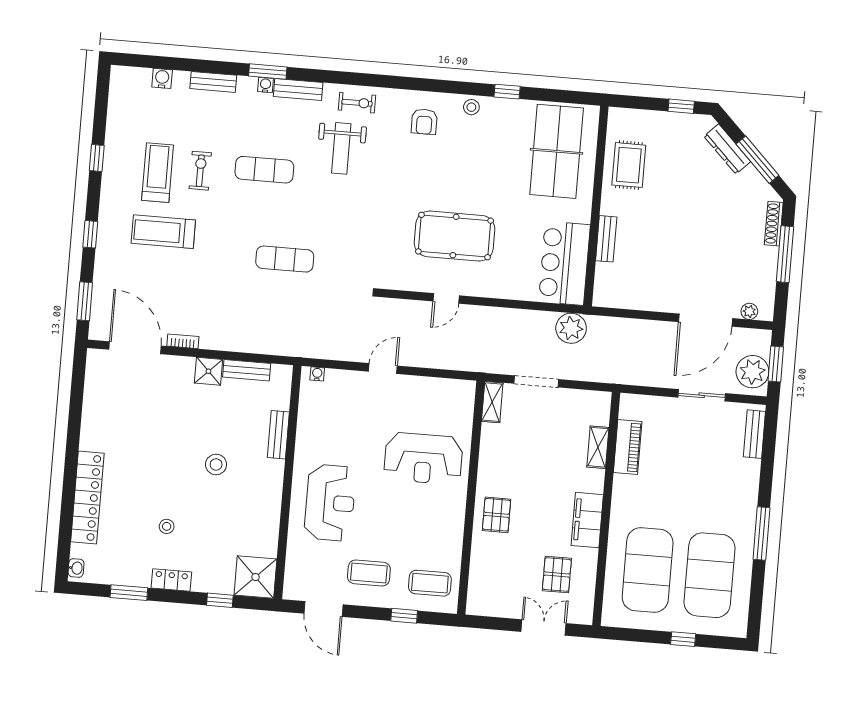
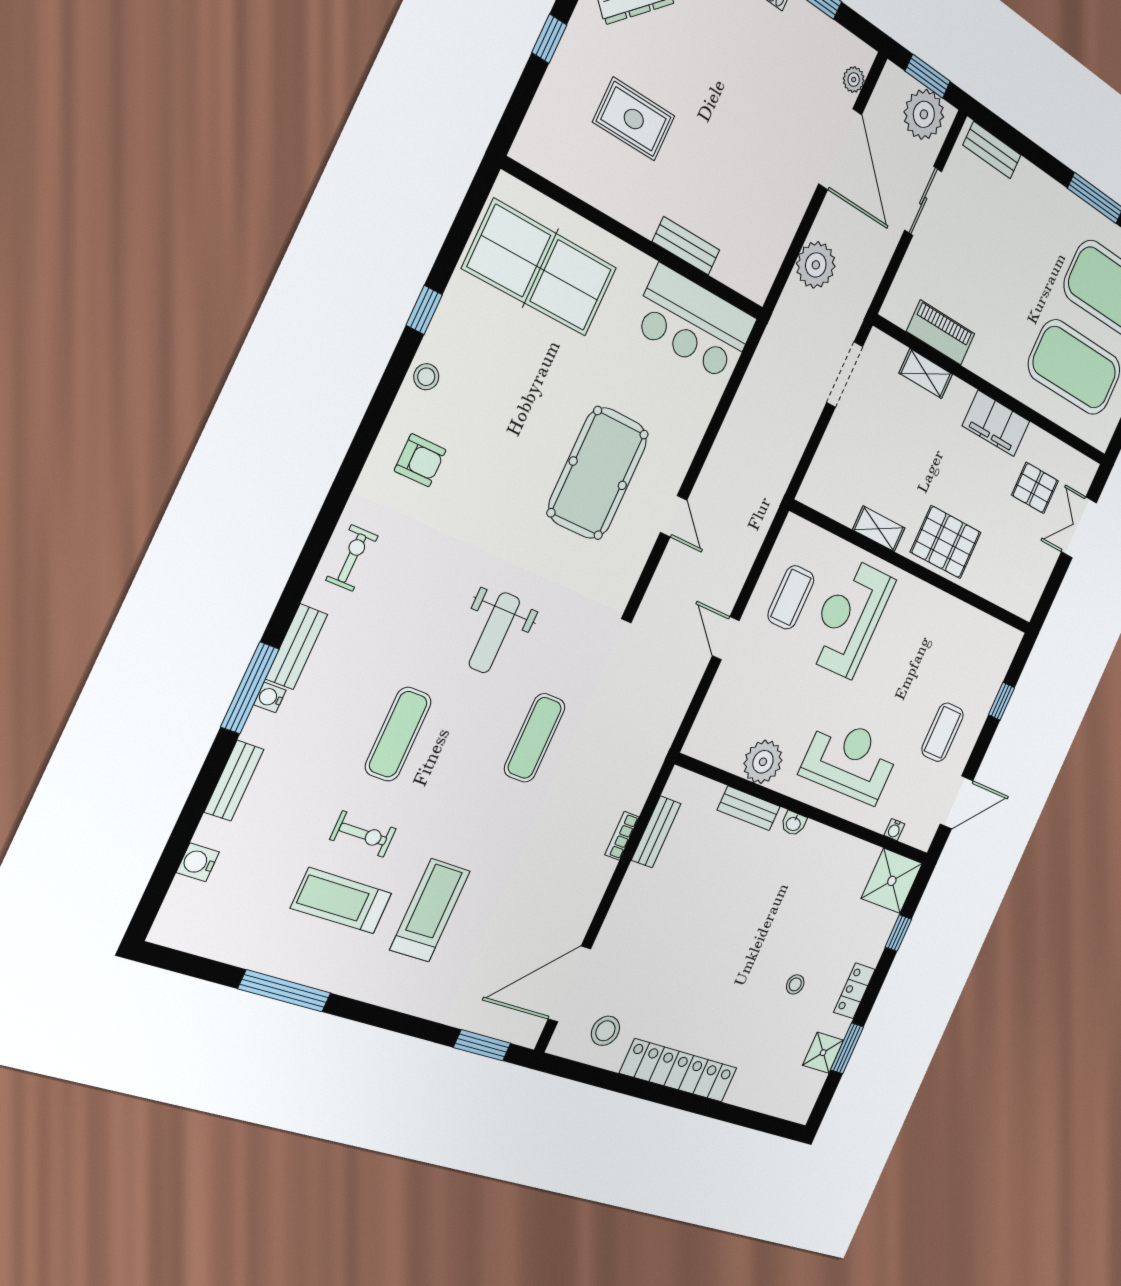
window: (268, 72) -> (250, 688), width x1.44
weight bench: (341, 148) -> (494, 633), moved, turned 90
window: (97, 158) -> (285, 991), width x2.17
rug: (629, 165) -> (634, 119), moved
exercise bike: (200, 171) -> (363, 834), turned 180
treadmill: (163, 232) -> (430, 910), turned 180
window: (90, 234) -> (393, 1021), removed
plant: (571, 328) -> (816, 265), moved
bookcase: (183, 341) -> (622, 836), moved
shower: (208, 371) -> (823, 1053), moved
water cooler: (317, 374) -> (894, 830), moved, turned -90
doorway: (536, 381) -> (845, 375), moved
shelving: (492, 402) -> (879, 529), moved
plant: (311, 432) -> (763, 762), added
reception desk: (423, 458) -> (849, 618), turned 180
stool: (216, 464) -> (605, 1031), moved
locker: (87, 497) -> (679, 1071), moved
pallet: (497, 515) -> (946, 542), width x1.50, depth x1.42
washbasin: (76, 568) -> (794, 823), moved, turned 180
coffee table: (430, 583) -> (791, 597), moved

